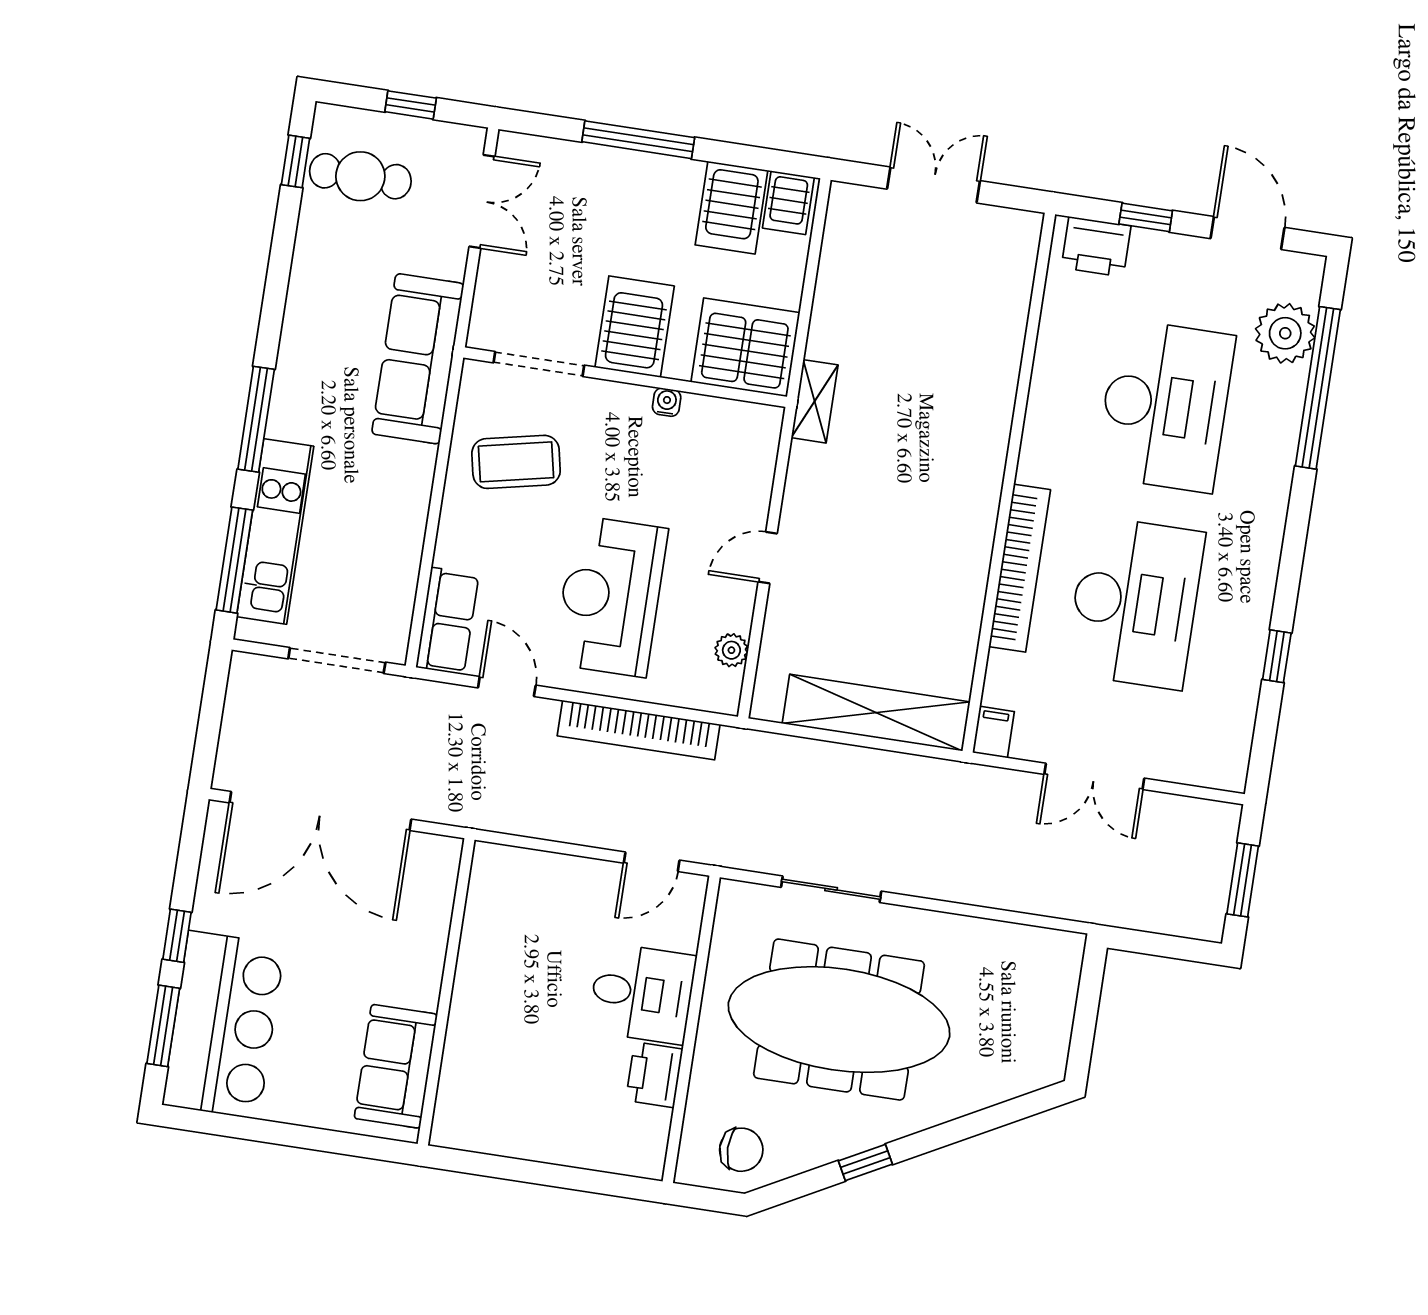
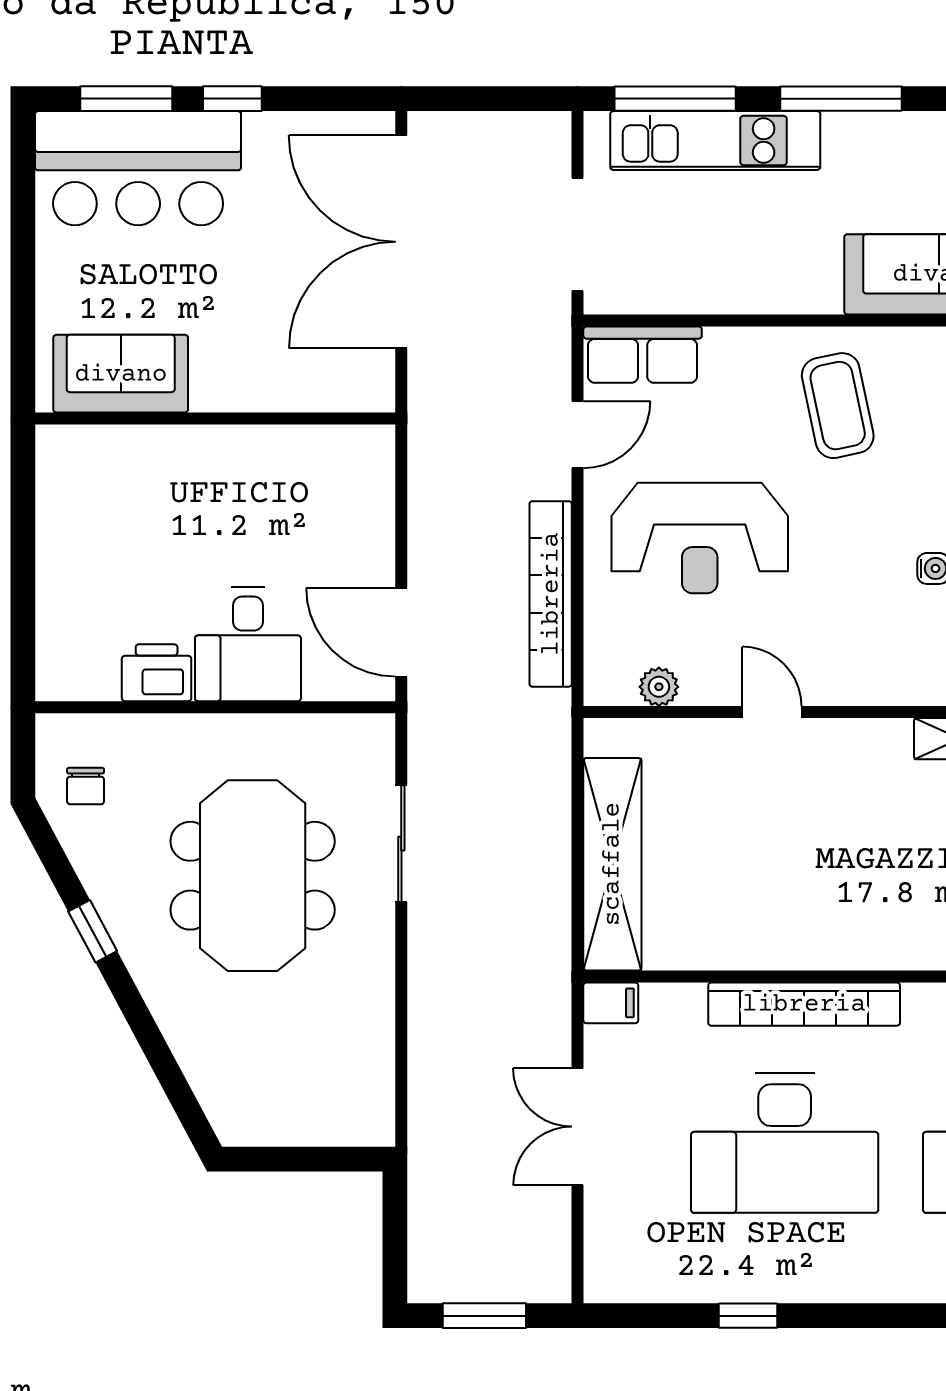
reception desk: (610, 596) -> (700, 538), turned 180
door: (652, 862) -> (401, 632), width x1.38
meeting table: (839, 1020) -> (253, 876), width x0.73
chair: (741, 1150) -> (86, 786), width x0.73, depth x0.73

